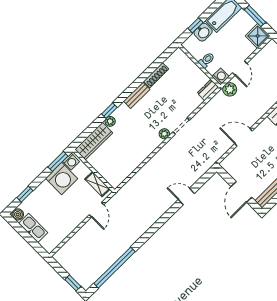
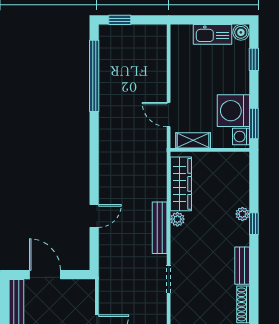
plant: (164, 134) -> (177, 219), moved
wardrobe: (94, 141) -> (181, 184), moved, turned 180
bench: (159, 157) -> (160, 228), added

